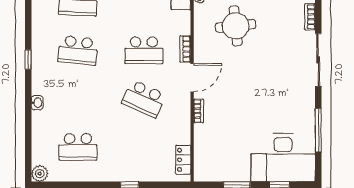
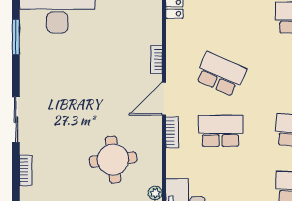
sliding door: (318, 60) -> (16, 120), width x0.73
window: (318, 130) -> (16, 37), width x0.69

